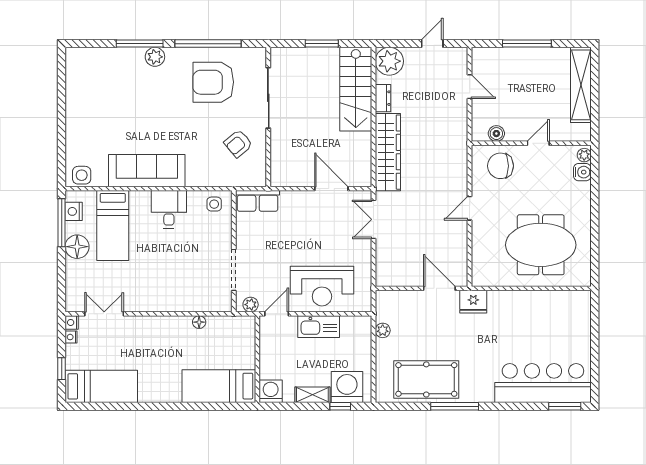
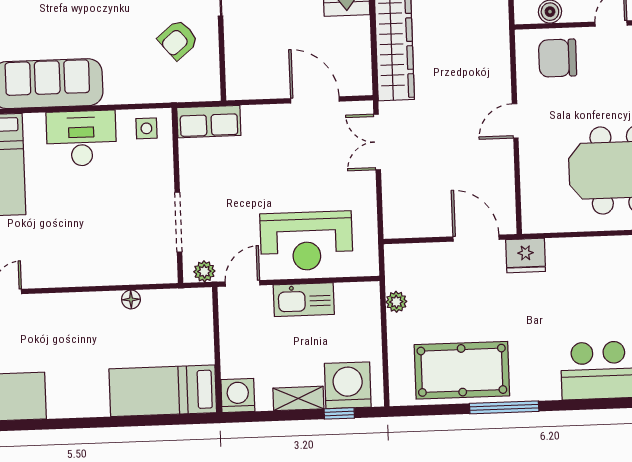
desk: (169, 209) -> (81, 138), width x1.37

